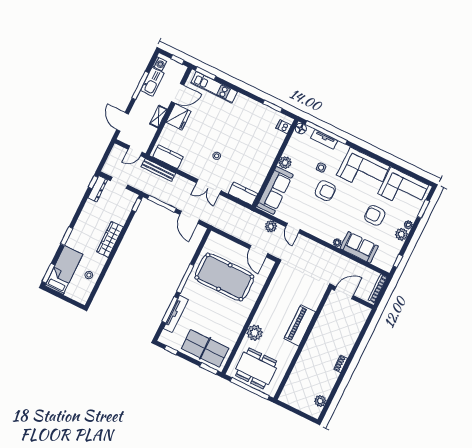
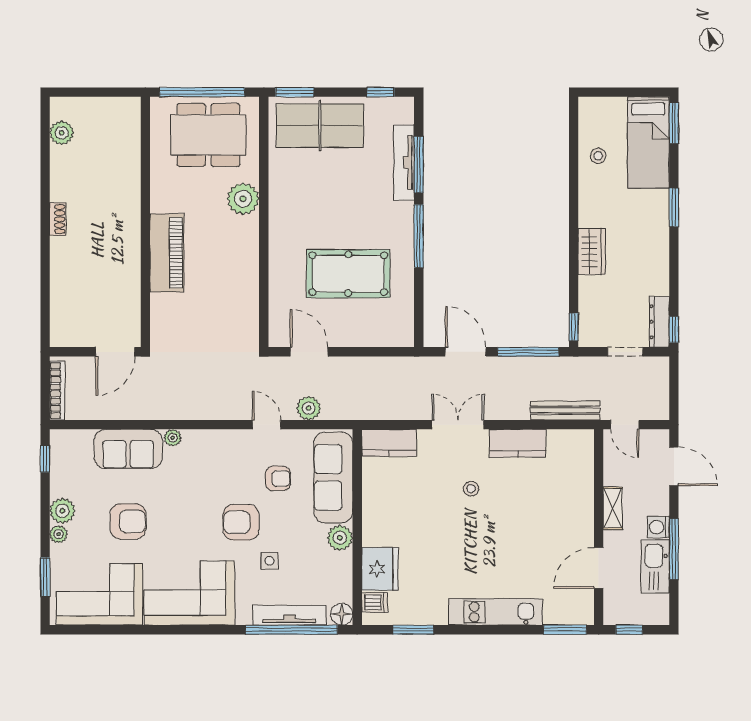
washing machine: (159, 64) -> (658, 527), moved
kitchen unit: (214, 87) -> (496, 612), moved
fridge: (178, 117) -> (380, 569), moved, turned 180
tv unit: (324, 139) -> (289, 615), width x1.41
door: (135, 151) -> (625, 425), swing flipped
kitchen counter: (168, 157) -> (518, 443), moved
armchair: (300, 202) -> (278, 479), added
wardrobe: (110, 239) -> (592, 252), width x0.67
pool table: (224, 277) -> (348, 274), width x0.73, depth x0.76

